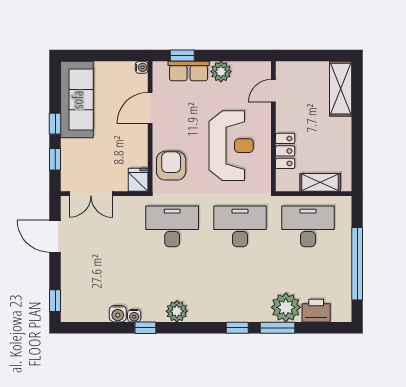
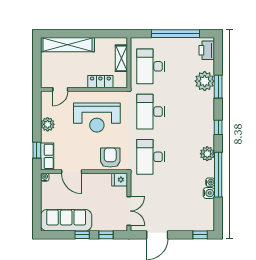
row of seats: (189, 71) -> (47, 156), moved
shelving: (341, 89) -> (67, 45), width x1.47
door: (273, 91) -> (60, 89), hinge flipped
reception desk: (231, 146) -> (97, 118), turned 180
armchair: (171, 166) -> (110, 158), turned 90
printer: (316, 311) -> (207, 50), moved
window: (145, 328) -> (218, 175), width x3.17
window: (237, 328) -> (218, 127), moved

